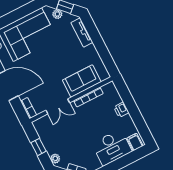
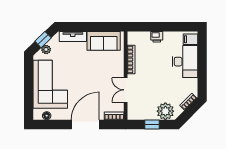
sofa: (82, 81) -> (104, 41), moved, turned -90
double door: (58, 106) -> (126, 90), swing flipped
plant: (55, 159) -> (165, 111), width x1.87, depth x1.87

